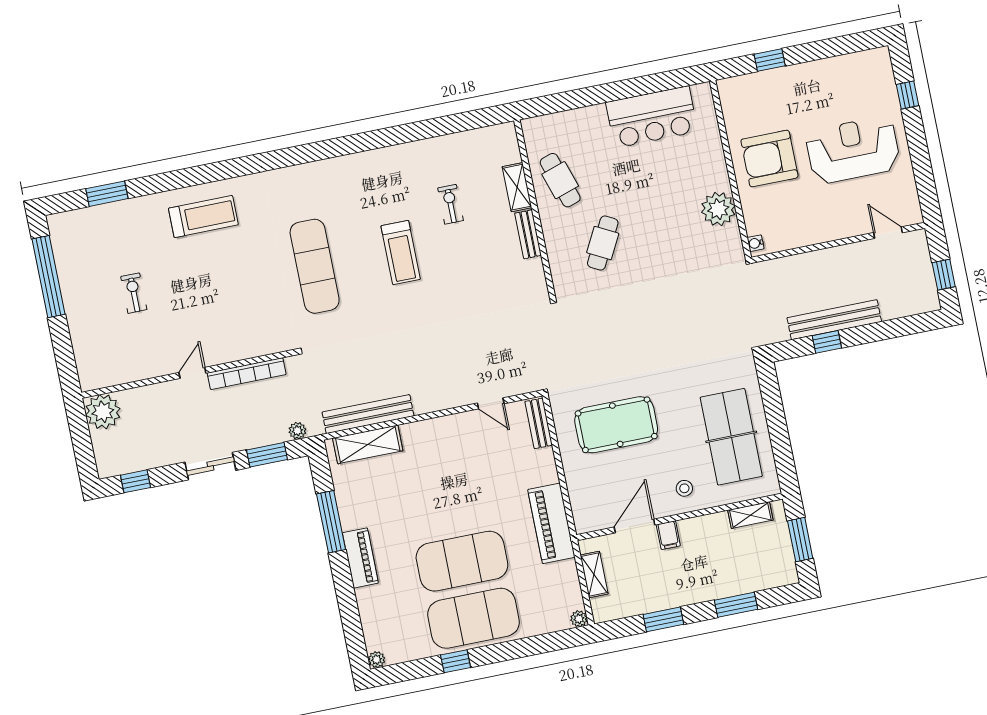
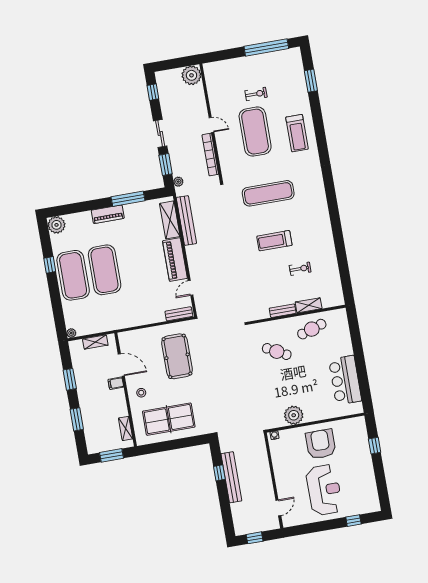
exercise mat: (202, 293) -> (255, 132), added
piano: (551, 523) -> (175, 260), moved, turned -90
plant: (377, 660) -> (57, 225), width x1.88, depth x1.88

